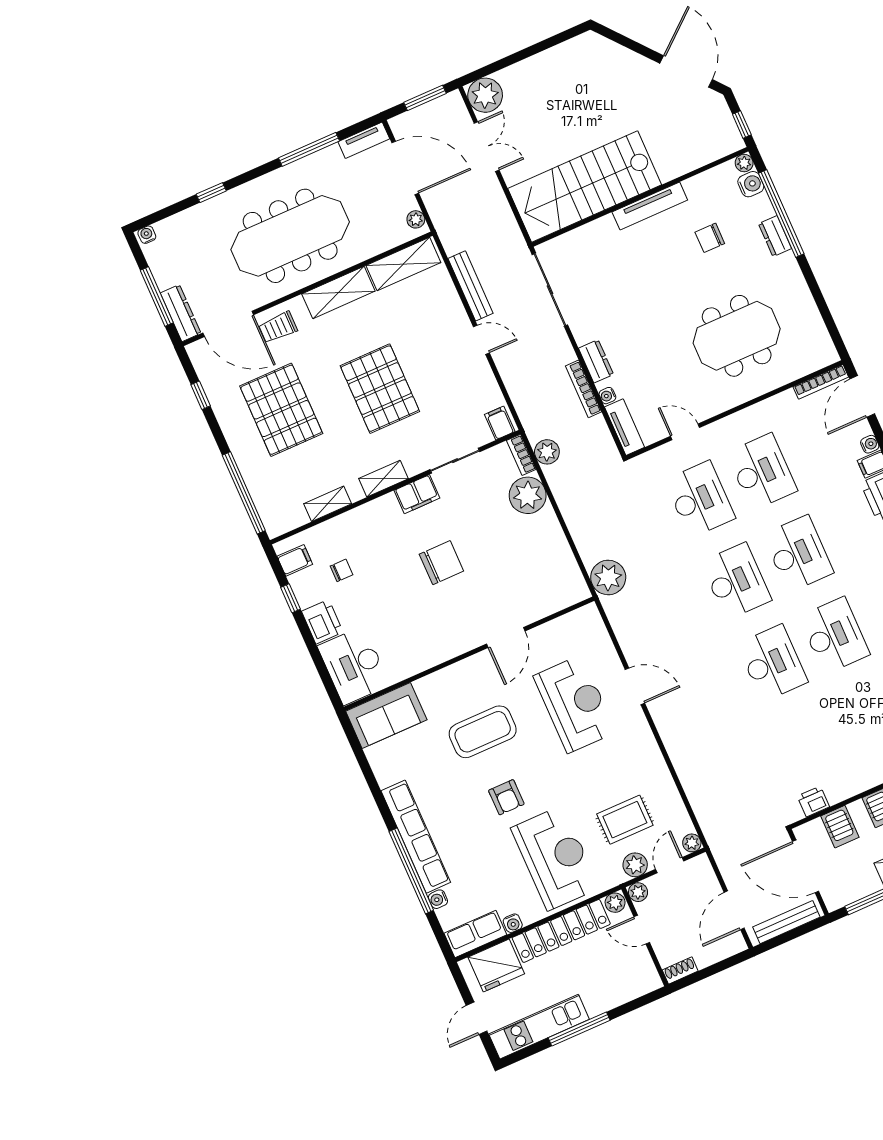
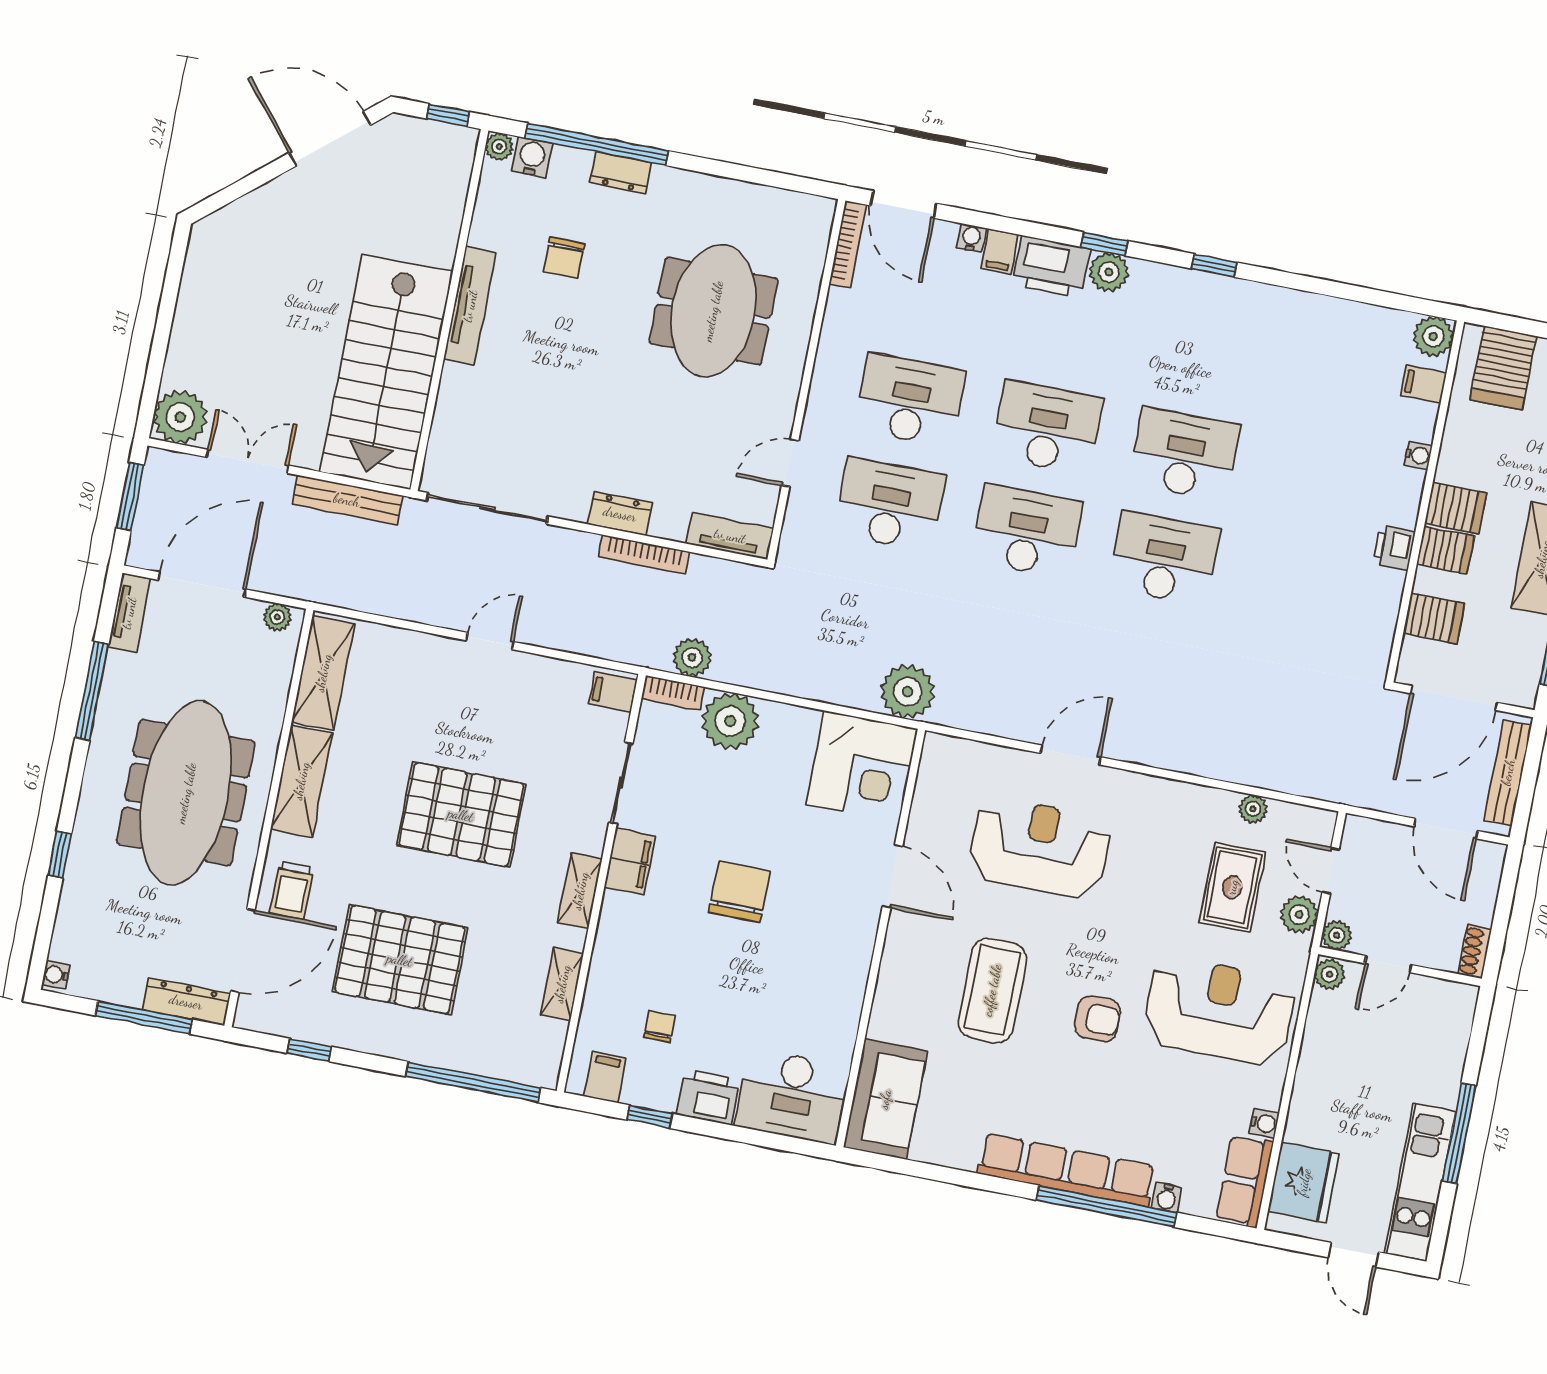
bench: (470, 286) -> (347, 500), moved
water cooler: (607, 396) -> (674, 530), removed
corner desk: (552, 581) -> (862, 766), added
printer: (813, 801) -> (1394, 548), moved
plant: (692, 843) -> (1253, 809), moved
locker: (561, 931) -> (1318, 1068), removed

